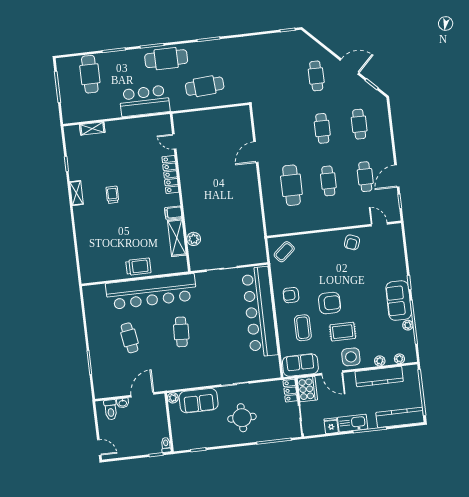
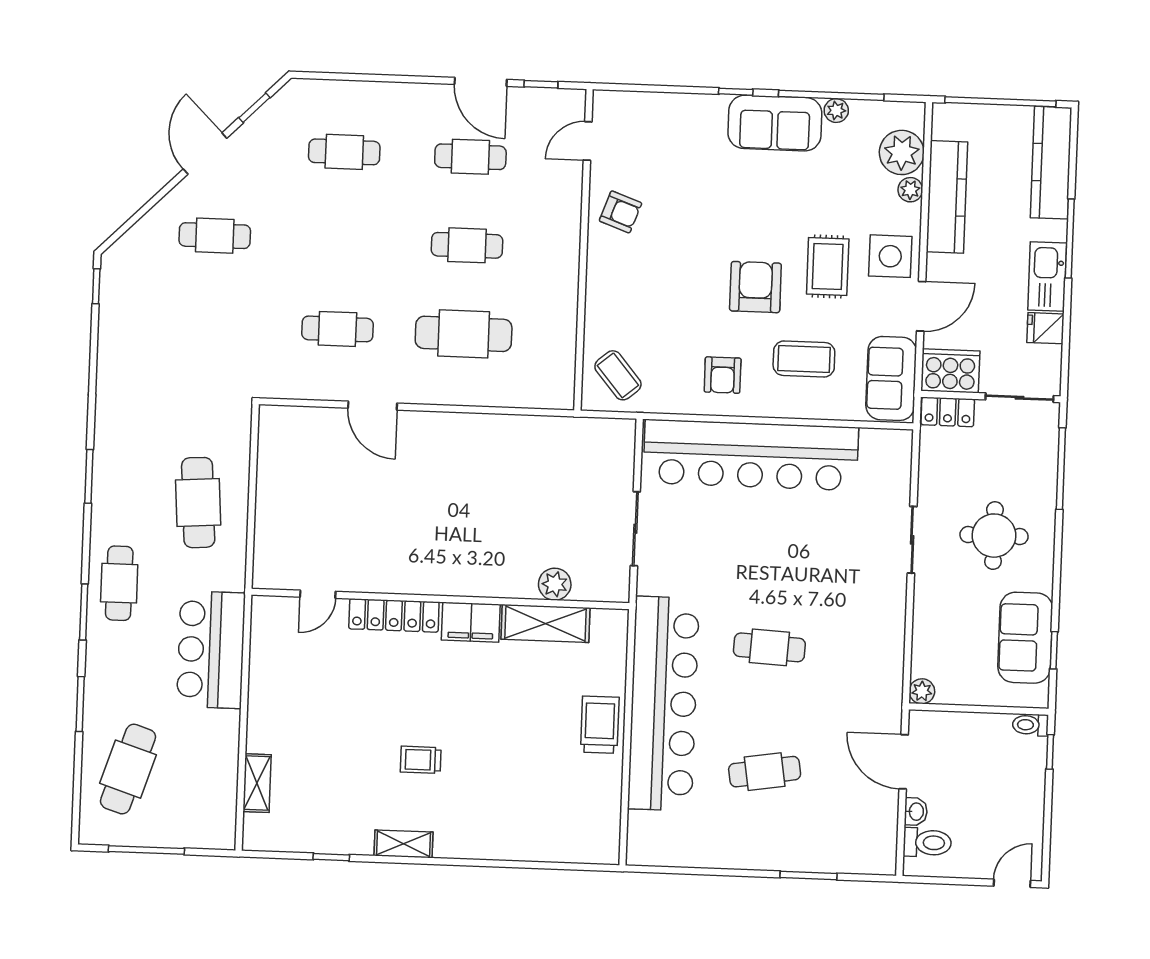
cafe table: (166, 59) -> (119, 583), width x0.73, depth x0.74
cafe table: (90, 74) -> (128, 769), turned -72
cafe table: (322, 128) -> (337, 329), moved
filing cabinet: (173, 213) -> (471, 622), width x2.00
plant: (399, 359) -> (902, 152), width x1.88, depth x1.88
sofa: (199, 401) -> (1025, 638), moved, turned 180

